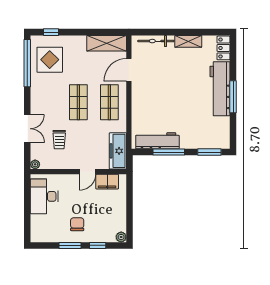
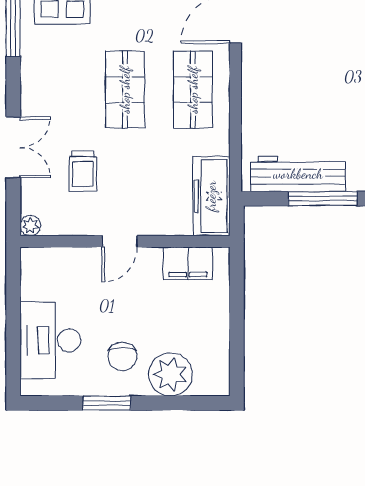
door: (88, 172) -> (120, 241), moved
desk: (44, 196) -> (50, 340), moved
chair: (77, 224) -> (122, 356), turned 180
plant: (121, 237) -> (171, 374), moved, width x1.88, depth x1.88
window: (98, 245) -> (167, 403), removed

